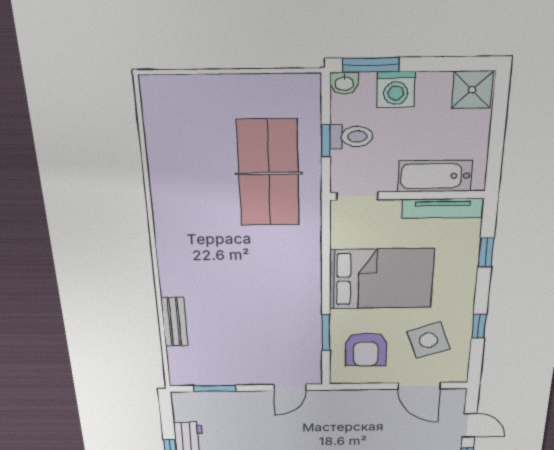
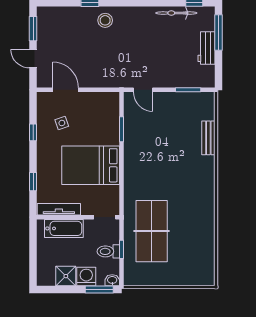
shower: (472, 90) -> (66, 276), moved
side table: (428, 340) -> (62, 123), width x0.54, depth x0.54
armchair: (366, 349) -> (98, 117), removed
door: (290, 387) -> (143, 90), swing flipped

